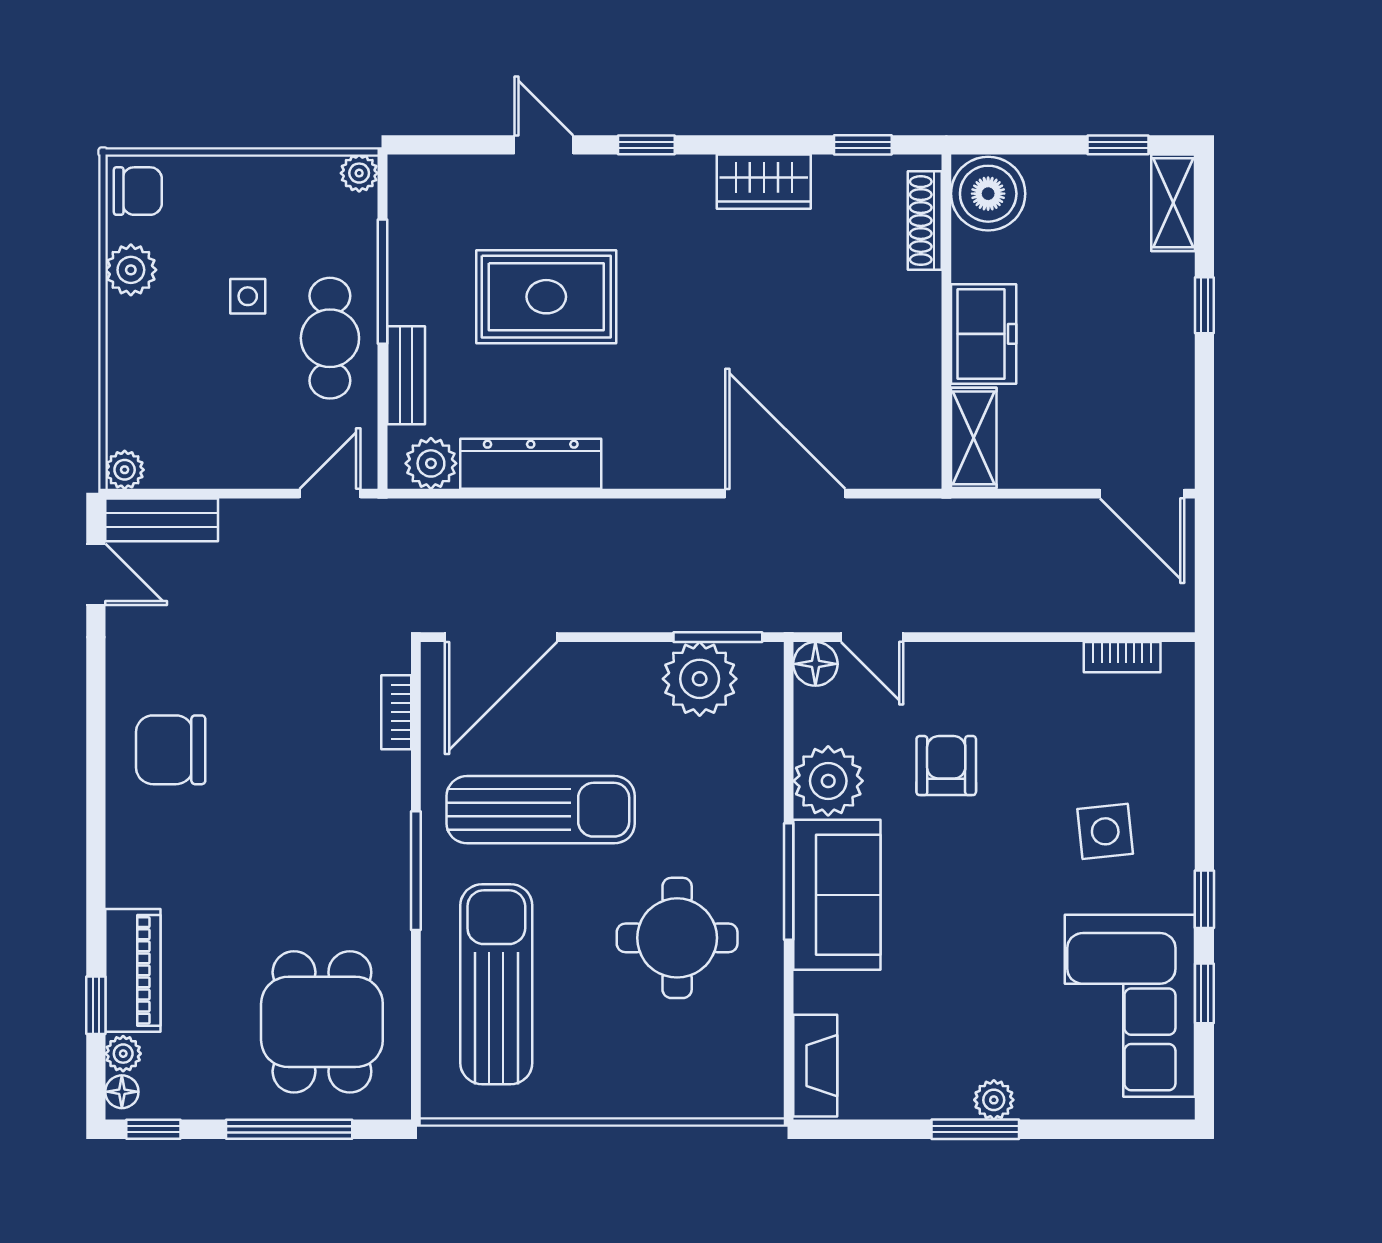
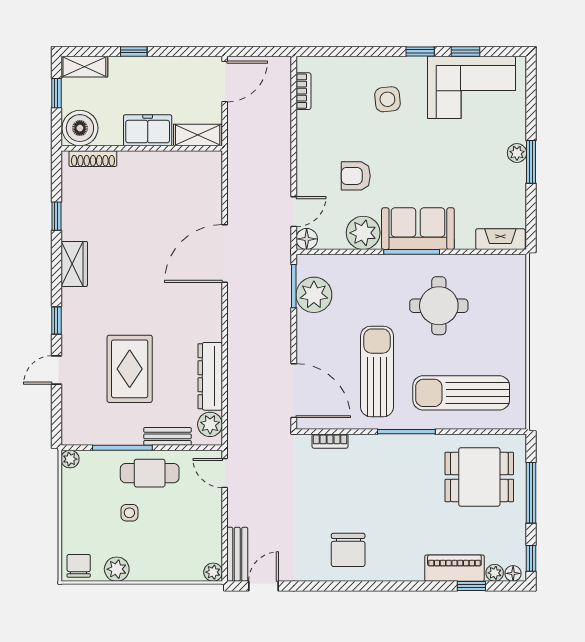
boiler: (988, 194) -> (80, 128), moved
shoe rack: (925, 221) -> (93, 159), moved
wall: (946, 322) -> (142, 148), moved
freezer: (984, 334) -> (148, 130), moved
shelving: (974, 438) -> (198, 135), moved

